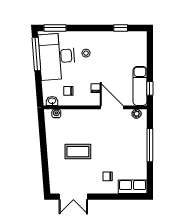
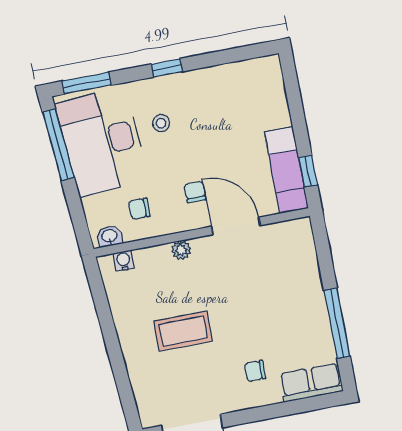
window: (121, 28) -> (167, 68), moved
plant: (137, 114) -> (181, 250), moved
window: (150, 145) -> (337, 323), moved

